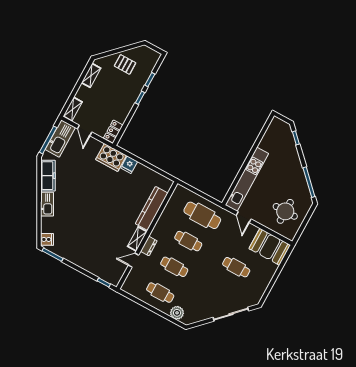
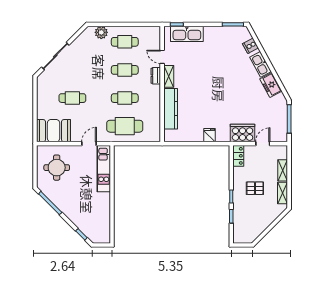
pallet: (125, 64) -> (255, 188), moved
shelving: (73, 109) -> (283, 170), moved
door: (85, 130) -> (263, 144), hinge flipped
kitchen sink: (60, 139) -> (187, 34), moved, turned -90
cooker: (111, 157) -> (243, 133), moved
freezer: (48, 176) -> (271, 85), width x0.71
kitchen unit: (247, 179) -> (104, 169), width x0.73
door: (244, 217) -> (89, 144), hinge flipped
cooker: (47, 239) -> (250, 46), moved
door: (133, 260) -> (162, 57), swing flipped

